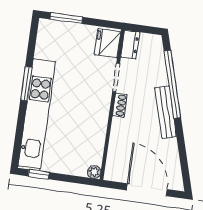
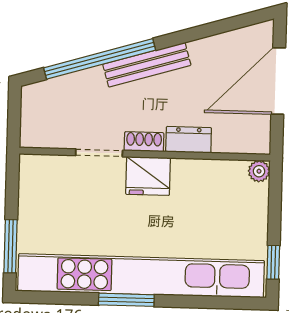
fridge: (108, 43) -> (148, 176), moved
dresser: (130, 44) -> (189, 140), moved
kitchen unit: (37, 114) -> (141, 276), width x1.36

